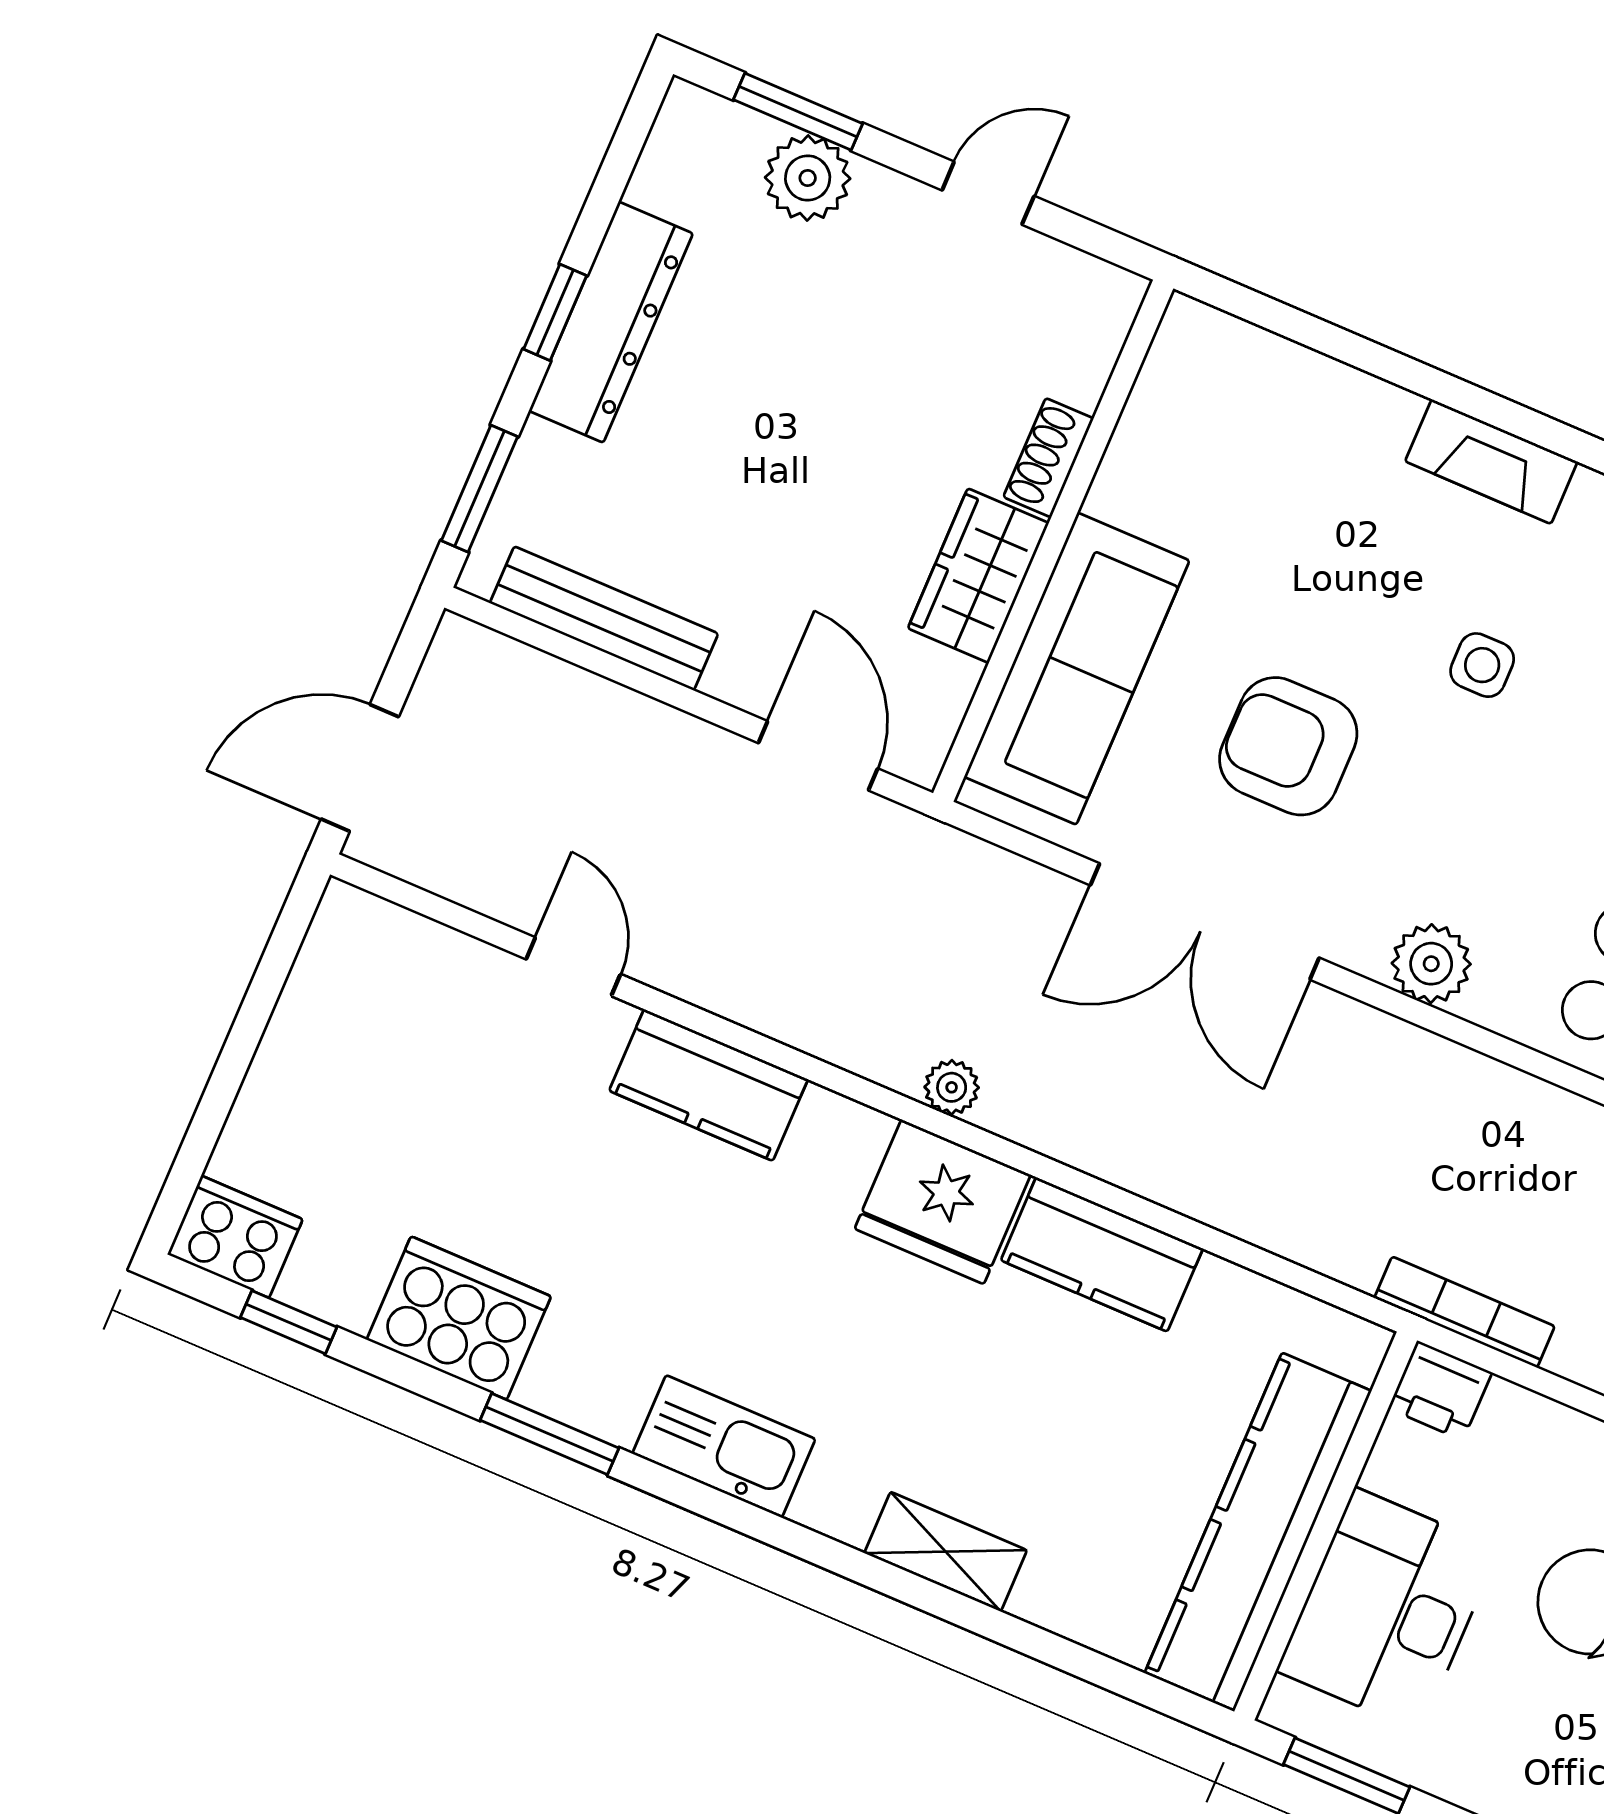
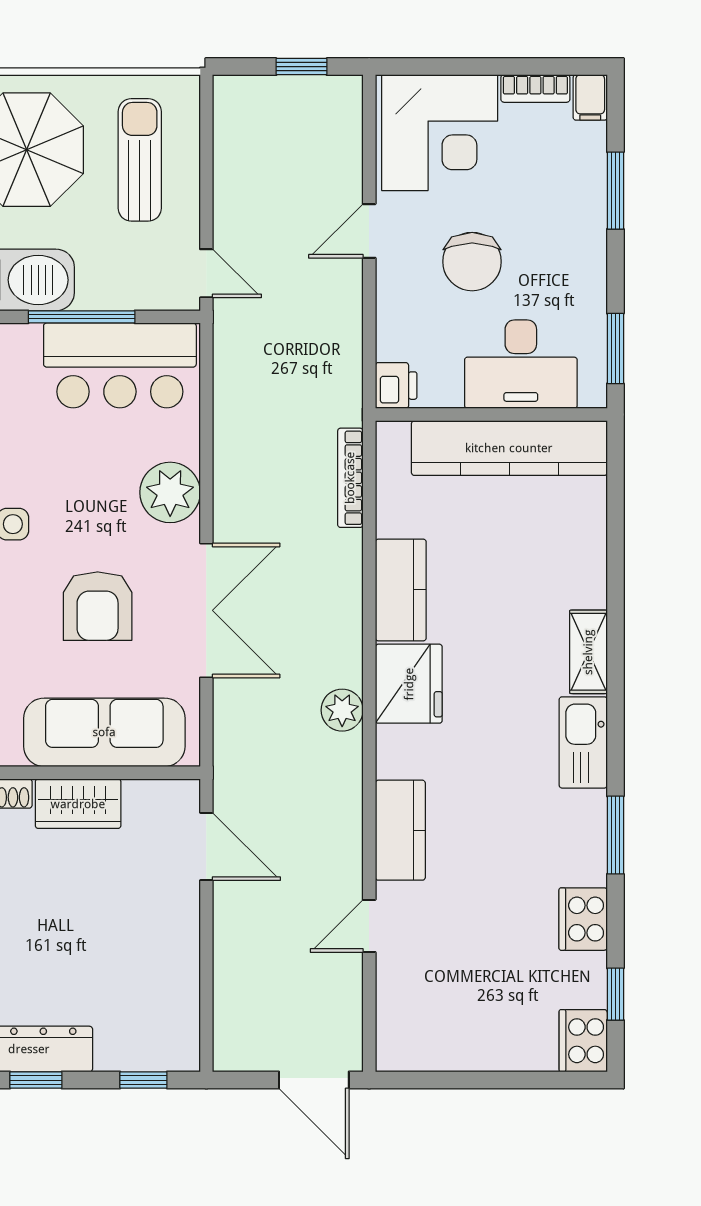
window: (480, 489) -> (143, 1080), width x0.67
bench: (604, 618) -> (183, 987), removed
door: (818, 756) -> (206, 846), swing flipped
plant: (1431, 964) -> (170, 492), width x1.36, depth x1.36
plant: (952, 1087) -> (342, 710), width x1.38, depth x1.38
bookcase: (1465, 1312) -> (350, 478), moved
cooker: (459, 1318) -> (583, 919), width x0.73, depth x0.76
shelving: (946, 1552) -> (588, 652), moved

